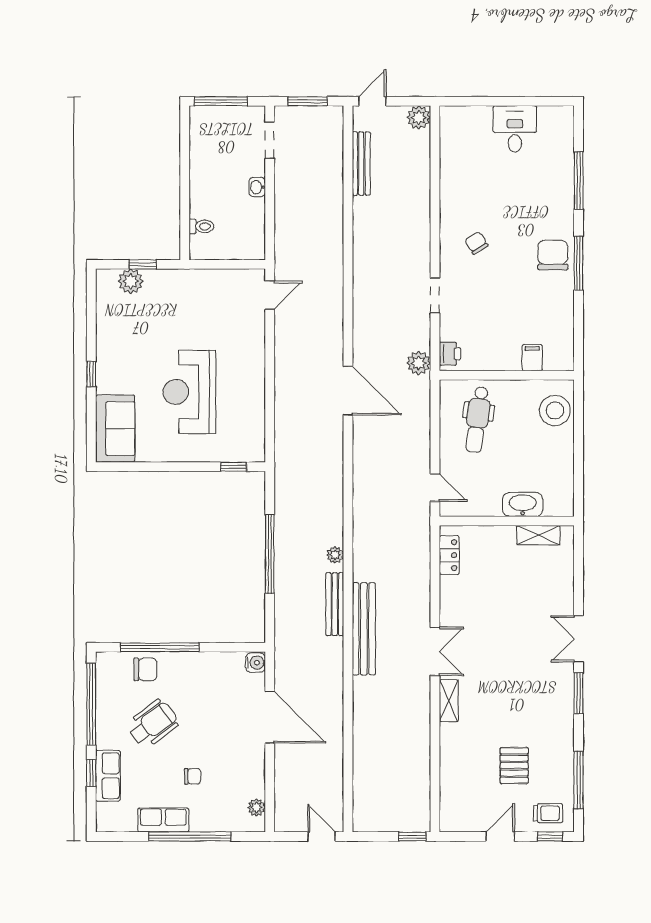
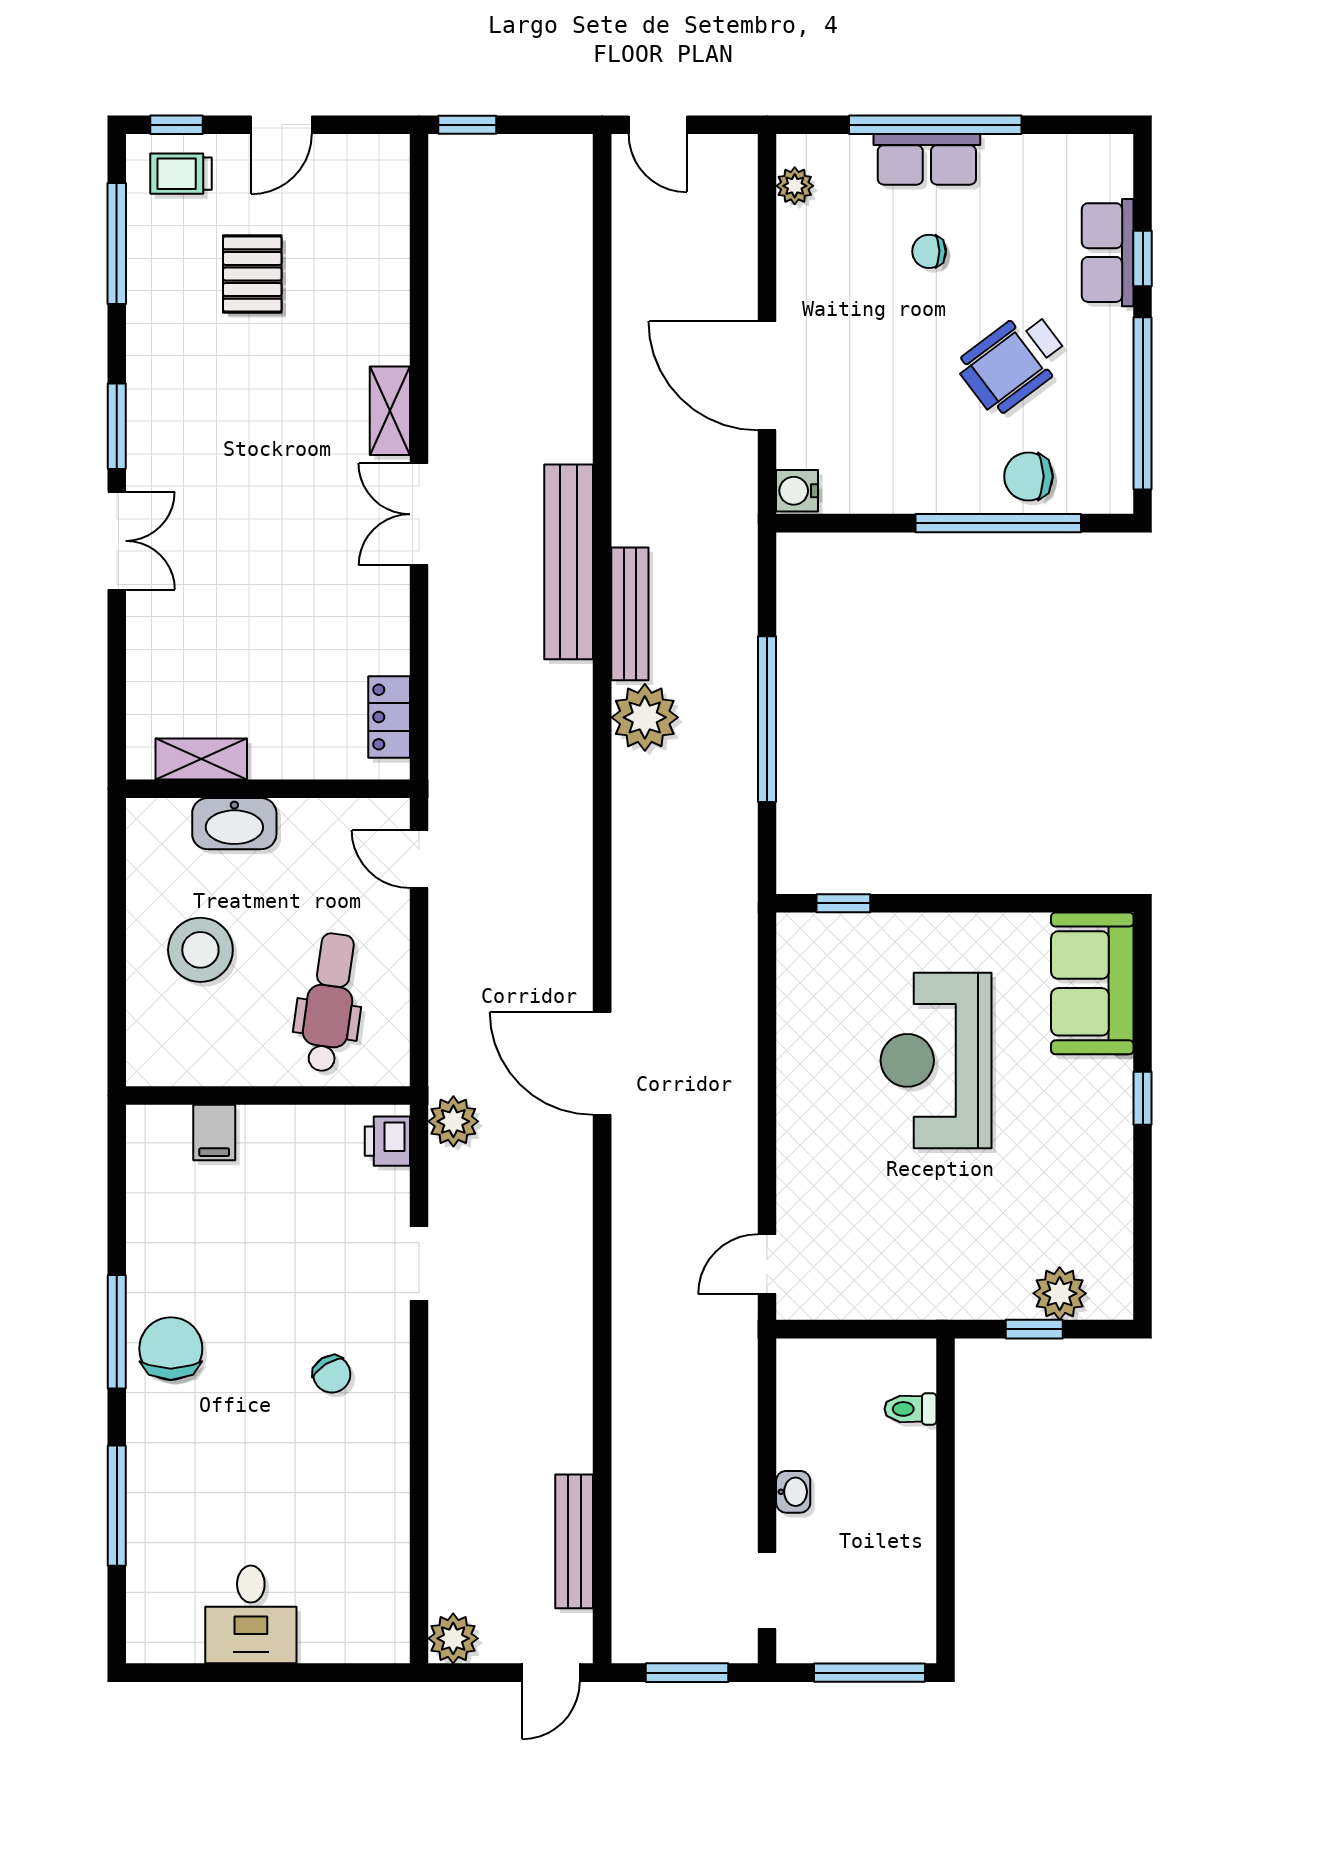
chair: (553, 255) -> (171, 1349), turned 180
reception desk: (189, 392) -> (936, 1060), turned 180
stool: (555, 411) -> (200, 950), moved
plant: (335, 555) -> (645, 717), width x1.87, depth x1.87
row of seats: (163, 820) -> (927, 159), moved

